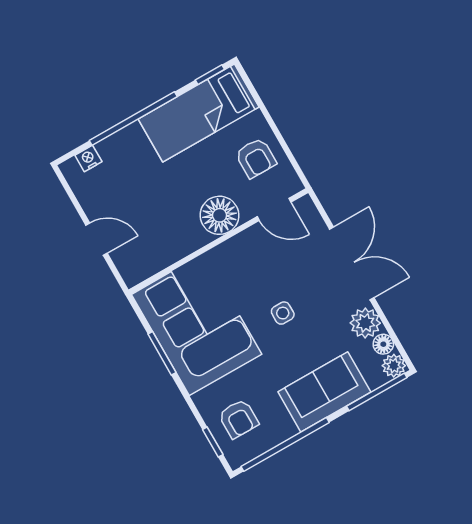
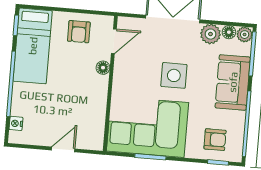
armchair: (256, 158) -> (79, 32), turned 90
floor lamp: (219, 215) -> (103, 68), width x0.53, depth x0.53
side table: (283, 313) -> (174, 75), width x1.87, depth x1.87

